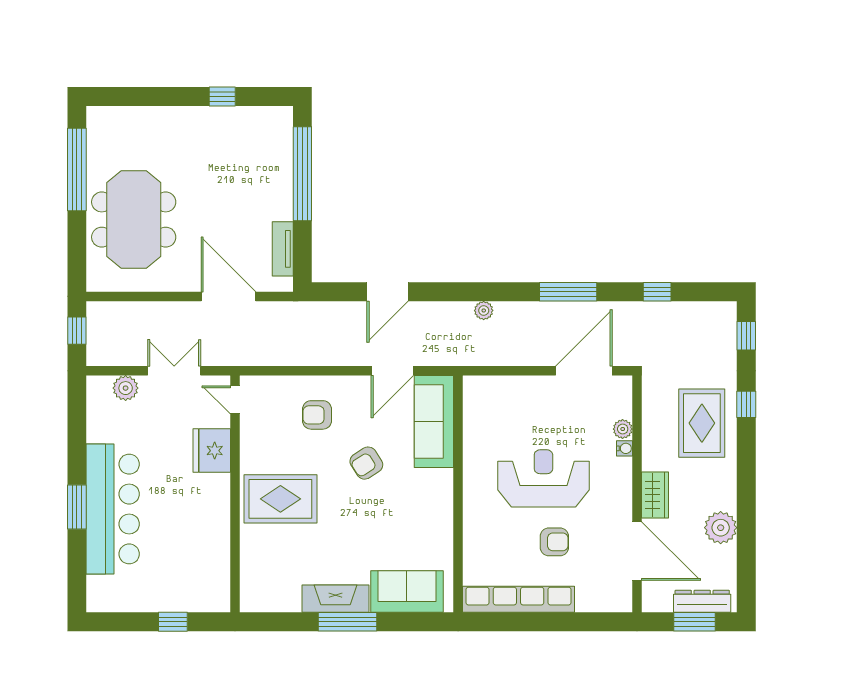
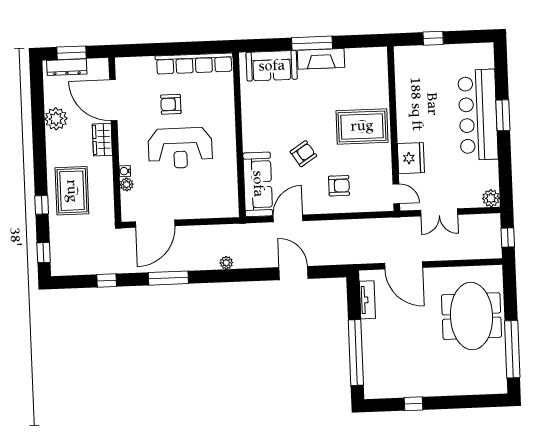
door: (388, 292) -> (293, 273), hinge flipped
plant: (126, 388) -> (491, 198), moved

